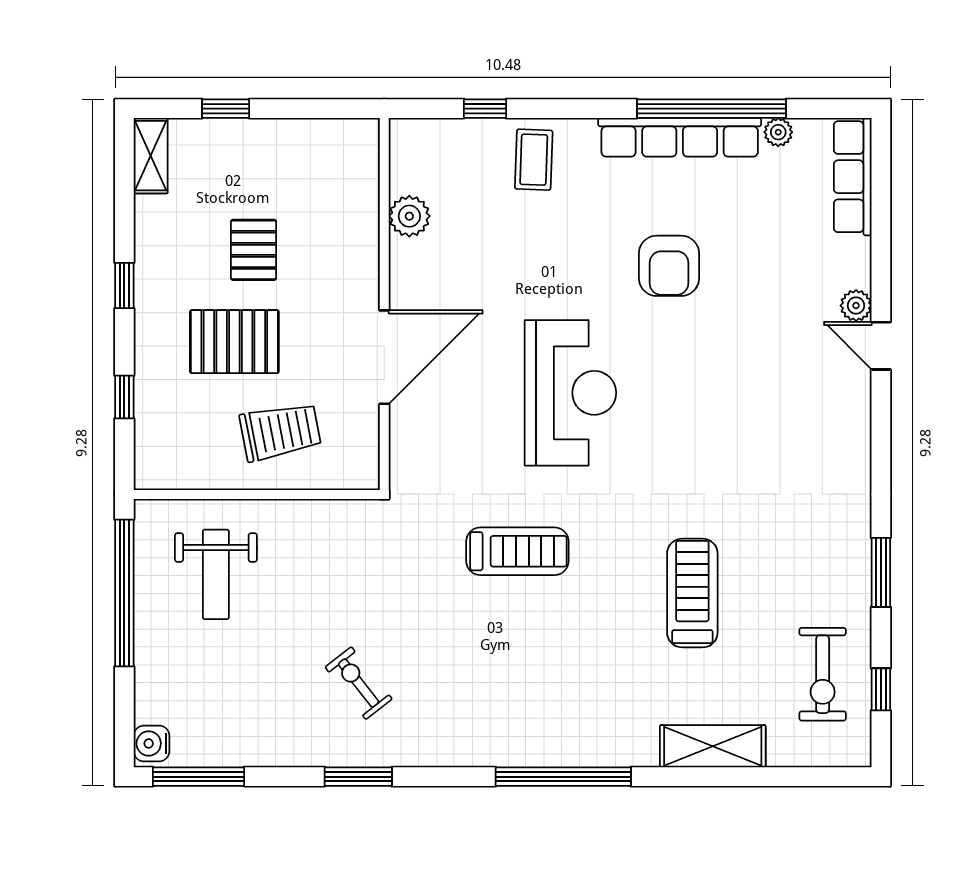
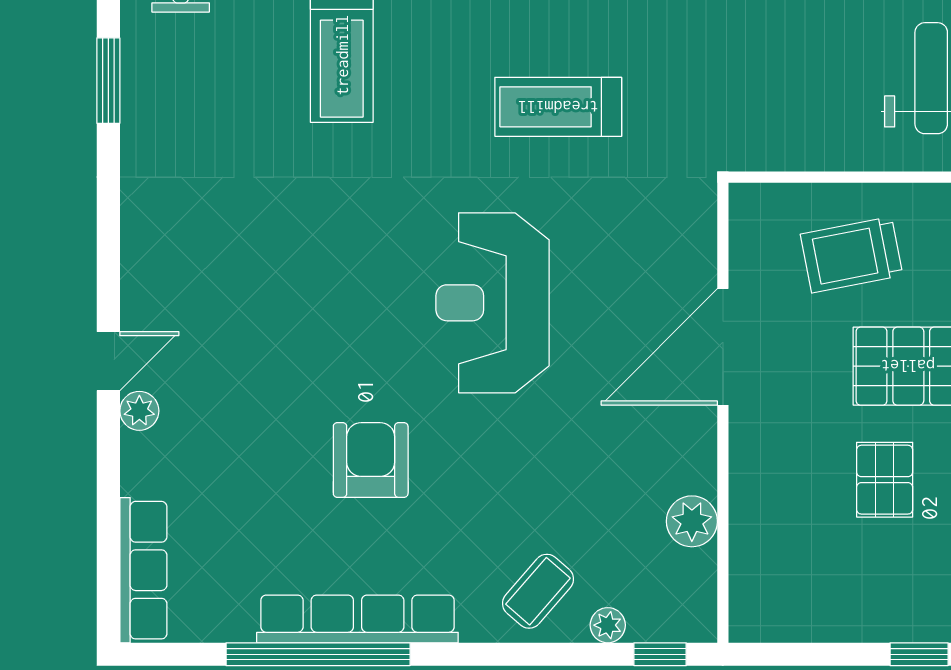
window: (485, 109) -> (660, 654), moved
plant: (778, 132) -> (608, 625), moved
coffee table: (534, 160) -> (538, 591), turned 39
door: (881, 346) -> (108, 361), hinge flipped

